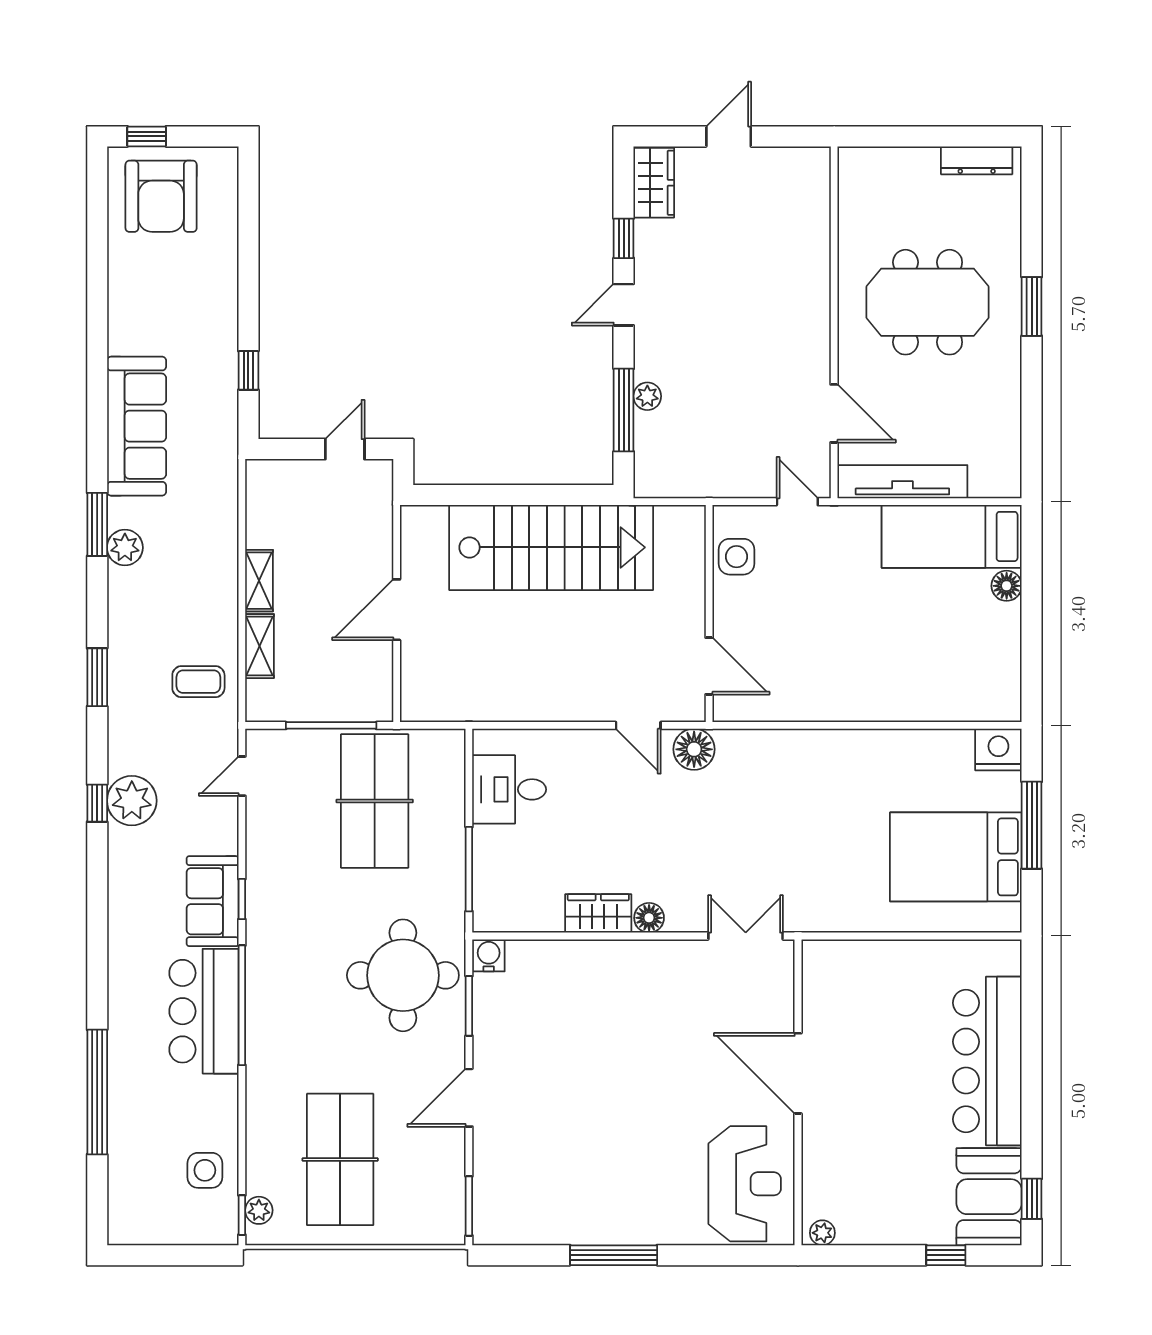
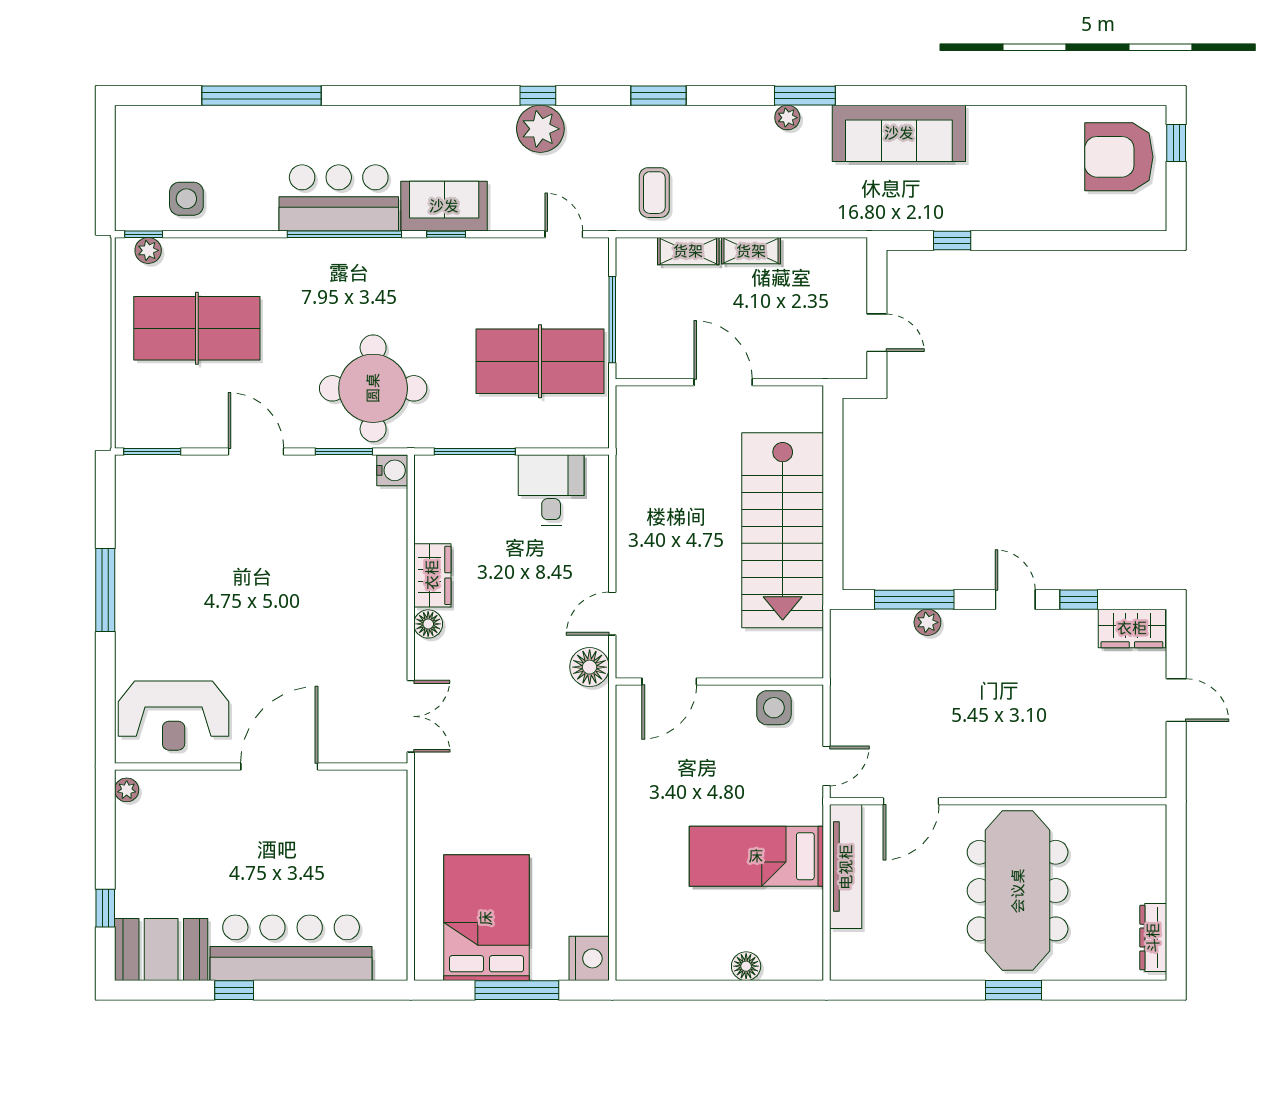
meeting table: (928, 302) -> (1018, 891), width x1.36
bed: (952, 536) -> (756, 856), moved, turned -90
plant: (125, 548) -> (787, 118), width x0.73, depth x0.73
window: (1032, 1199) -> (234, 990), moved

